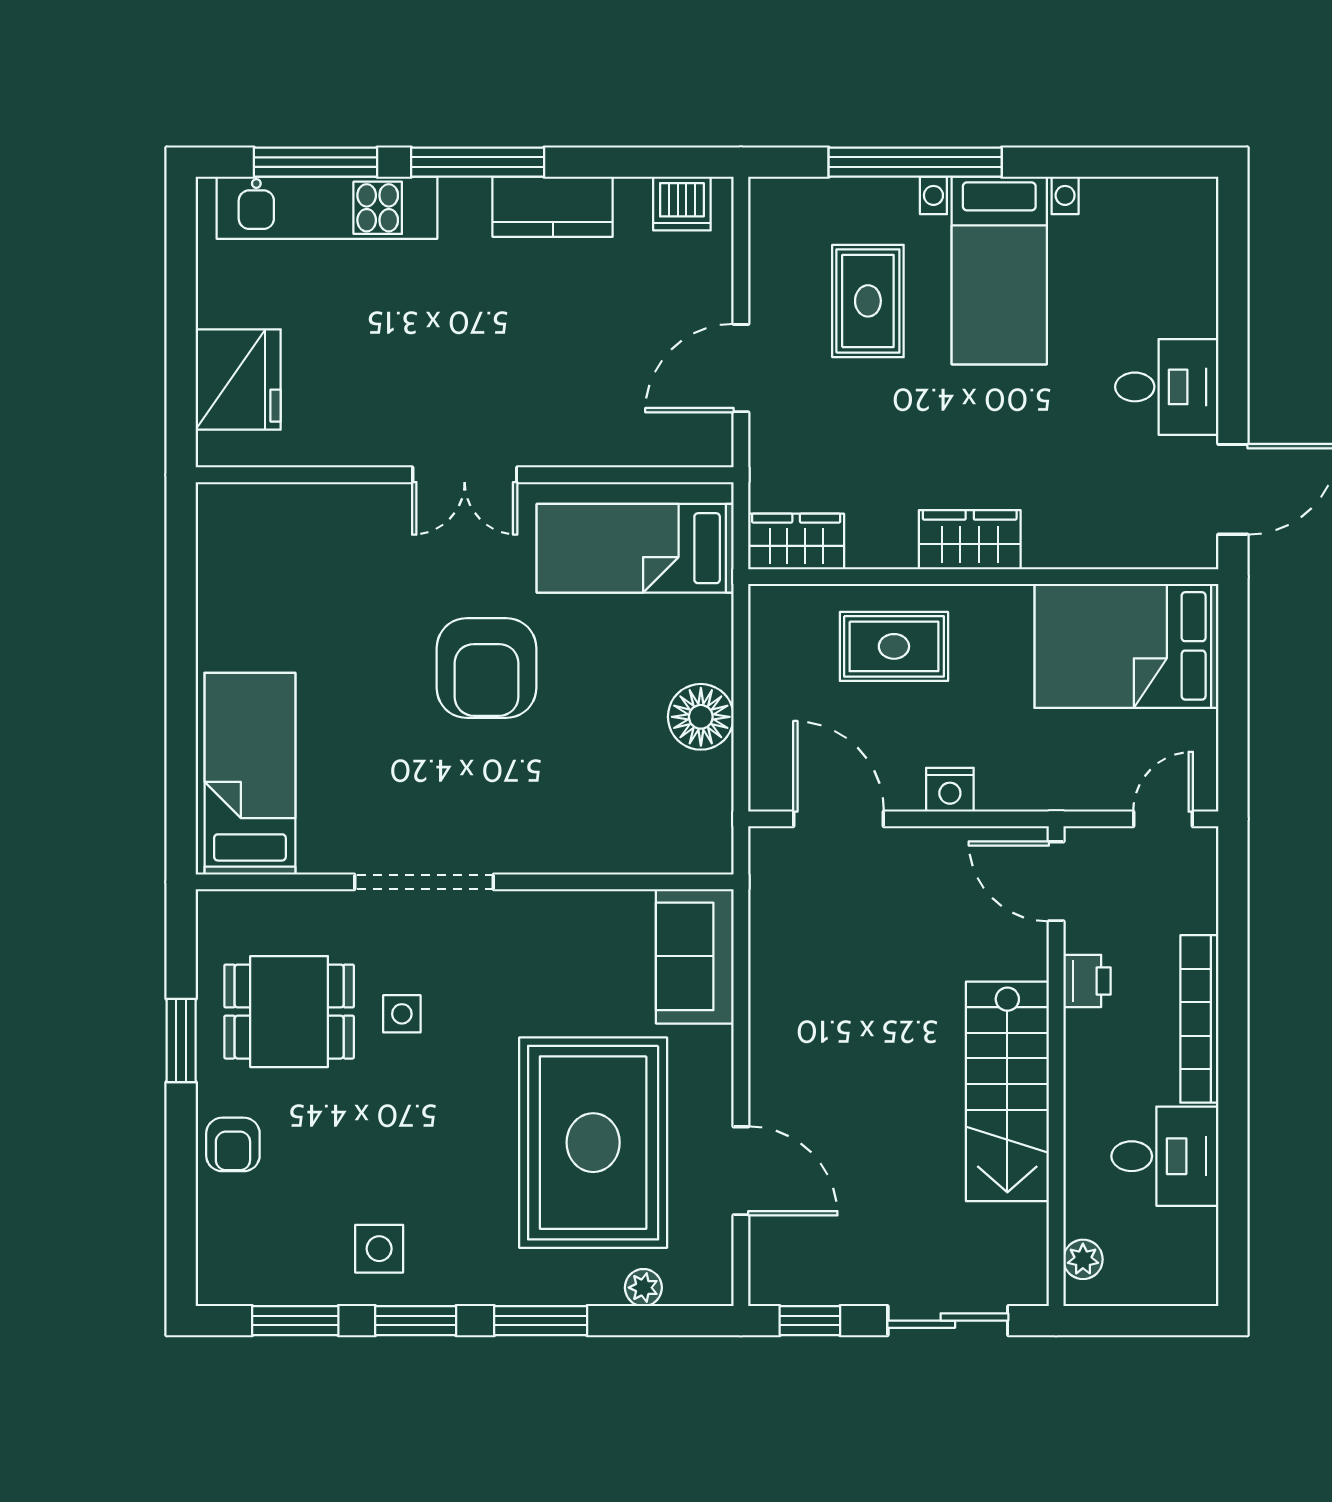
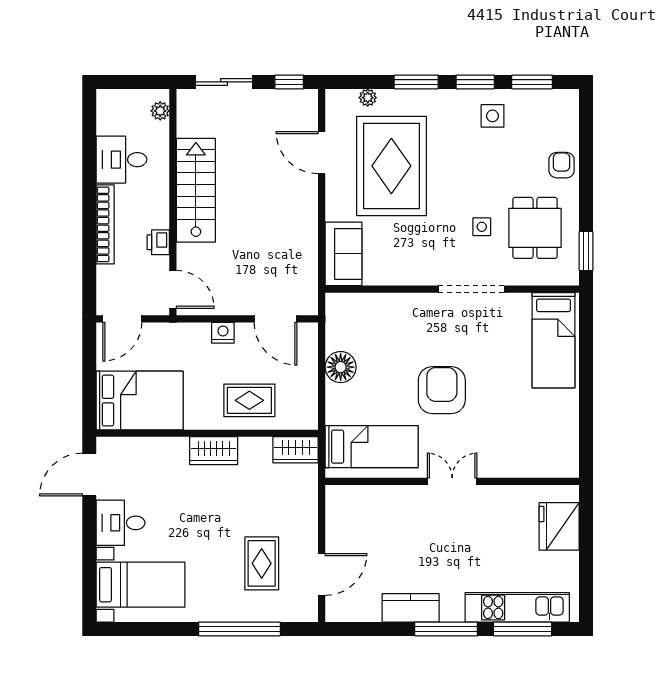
dishwasher: (682, 204) -> (350, 609), removed
bed with nightstands: (999, 270) -> (140, 585), moved, turned 90
door: (741, 368) -> (322, 575), moved
door: (1163, 819) -> (122, 319), width x1.38
dining table: (289, 1012) -> (535, 228), turned 90
window: (181, 1041) -> (586, 251), moved

